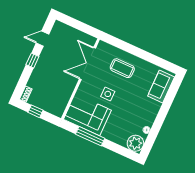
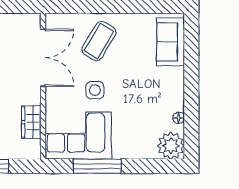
double door: (87, 63) -> (43, 58), swing flipped
coffee table: (122, 68) -> (99, 41), turned -59
wardrobe: (65, 96) -> (31, 122), added

